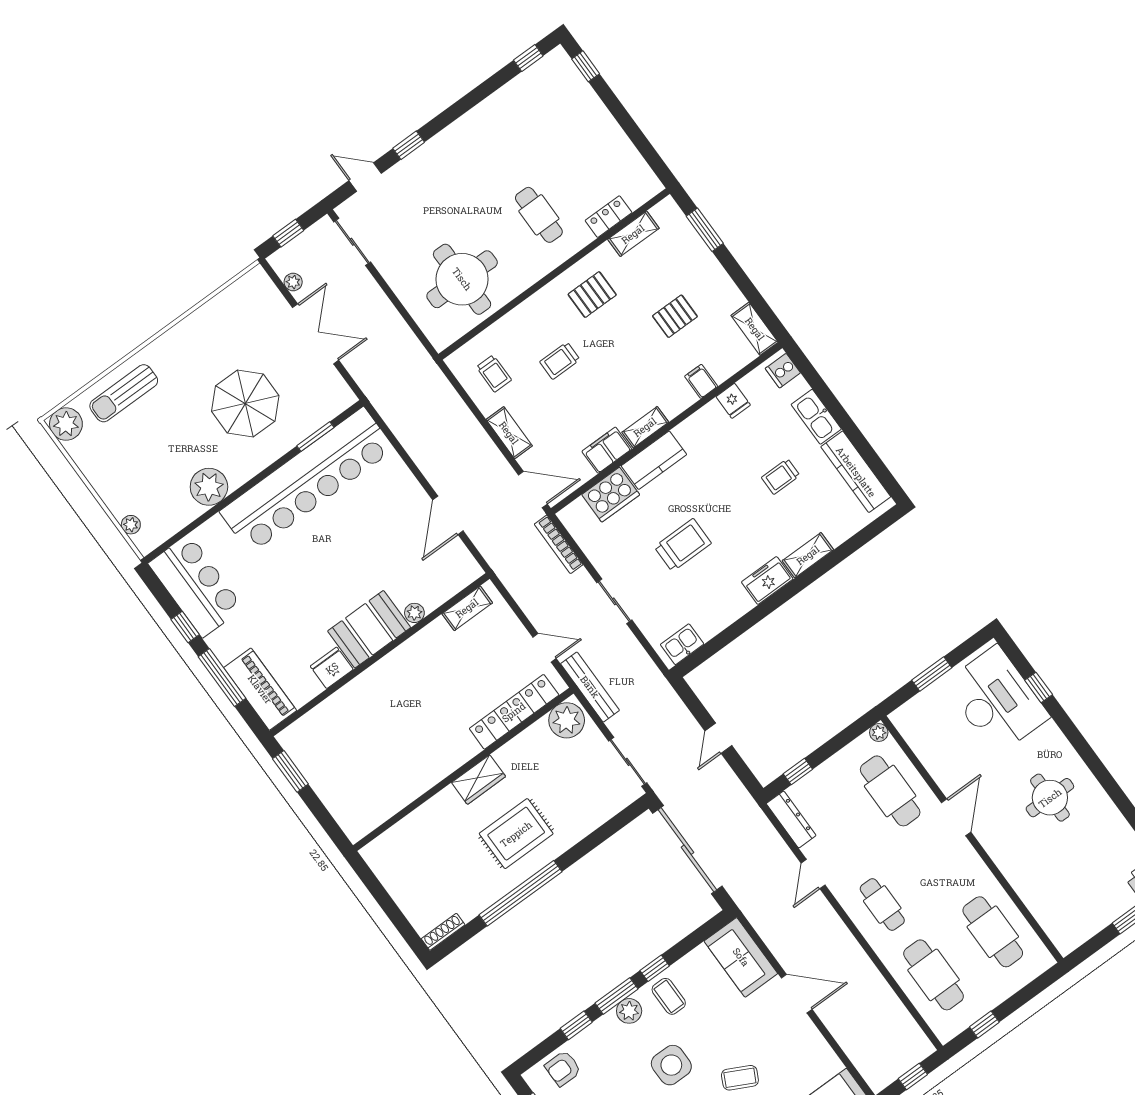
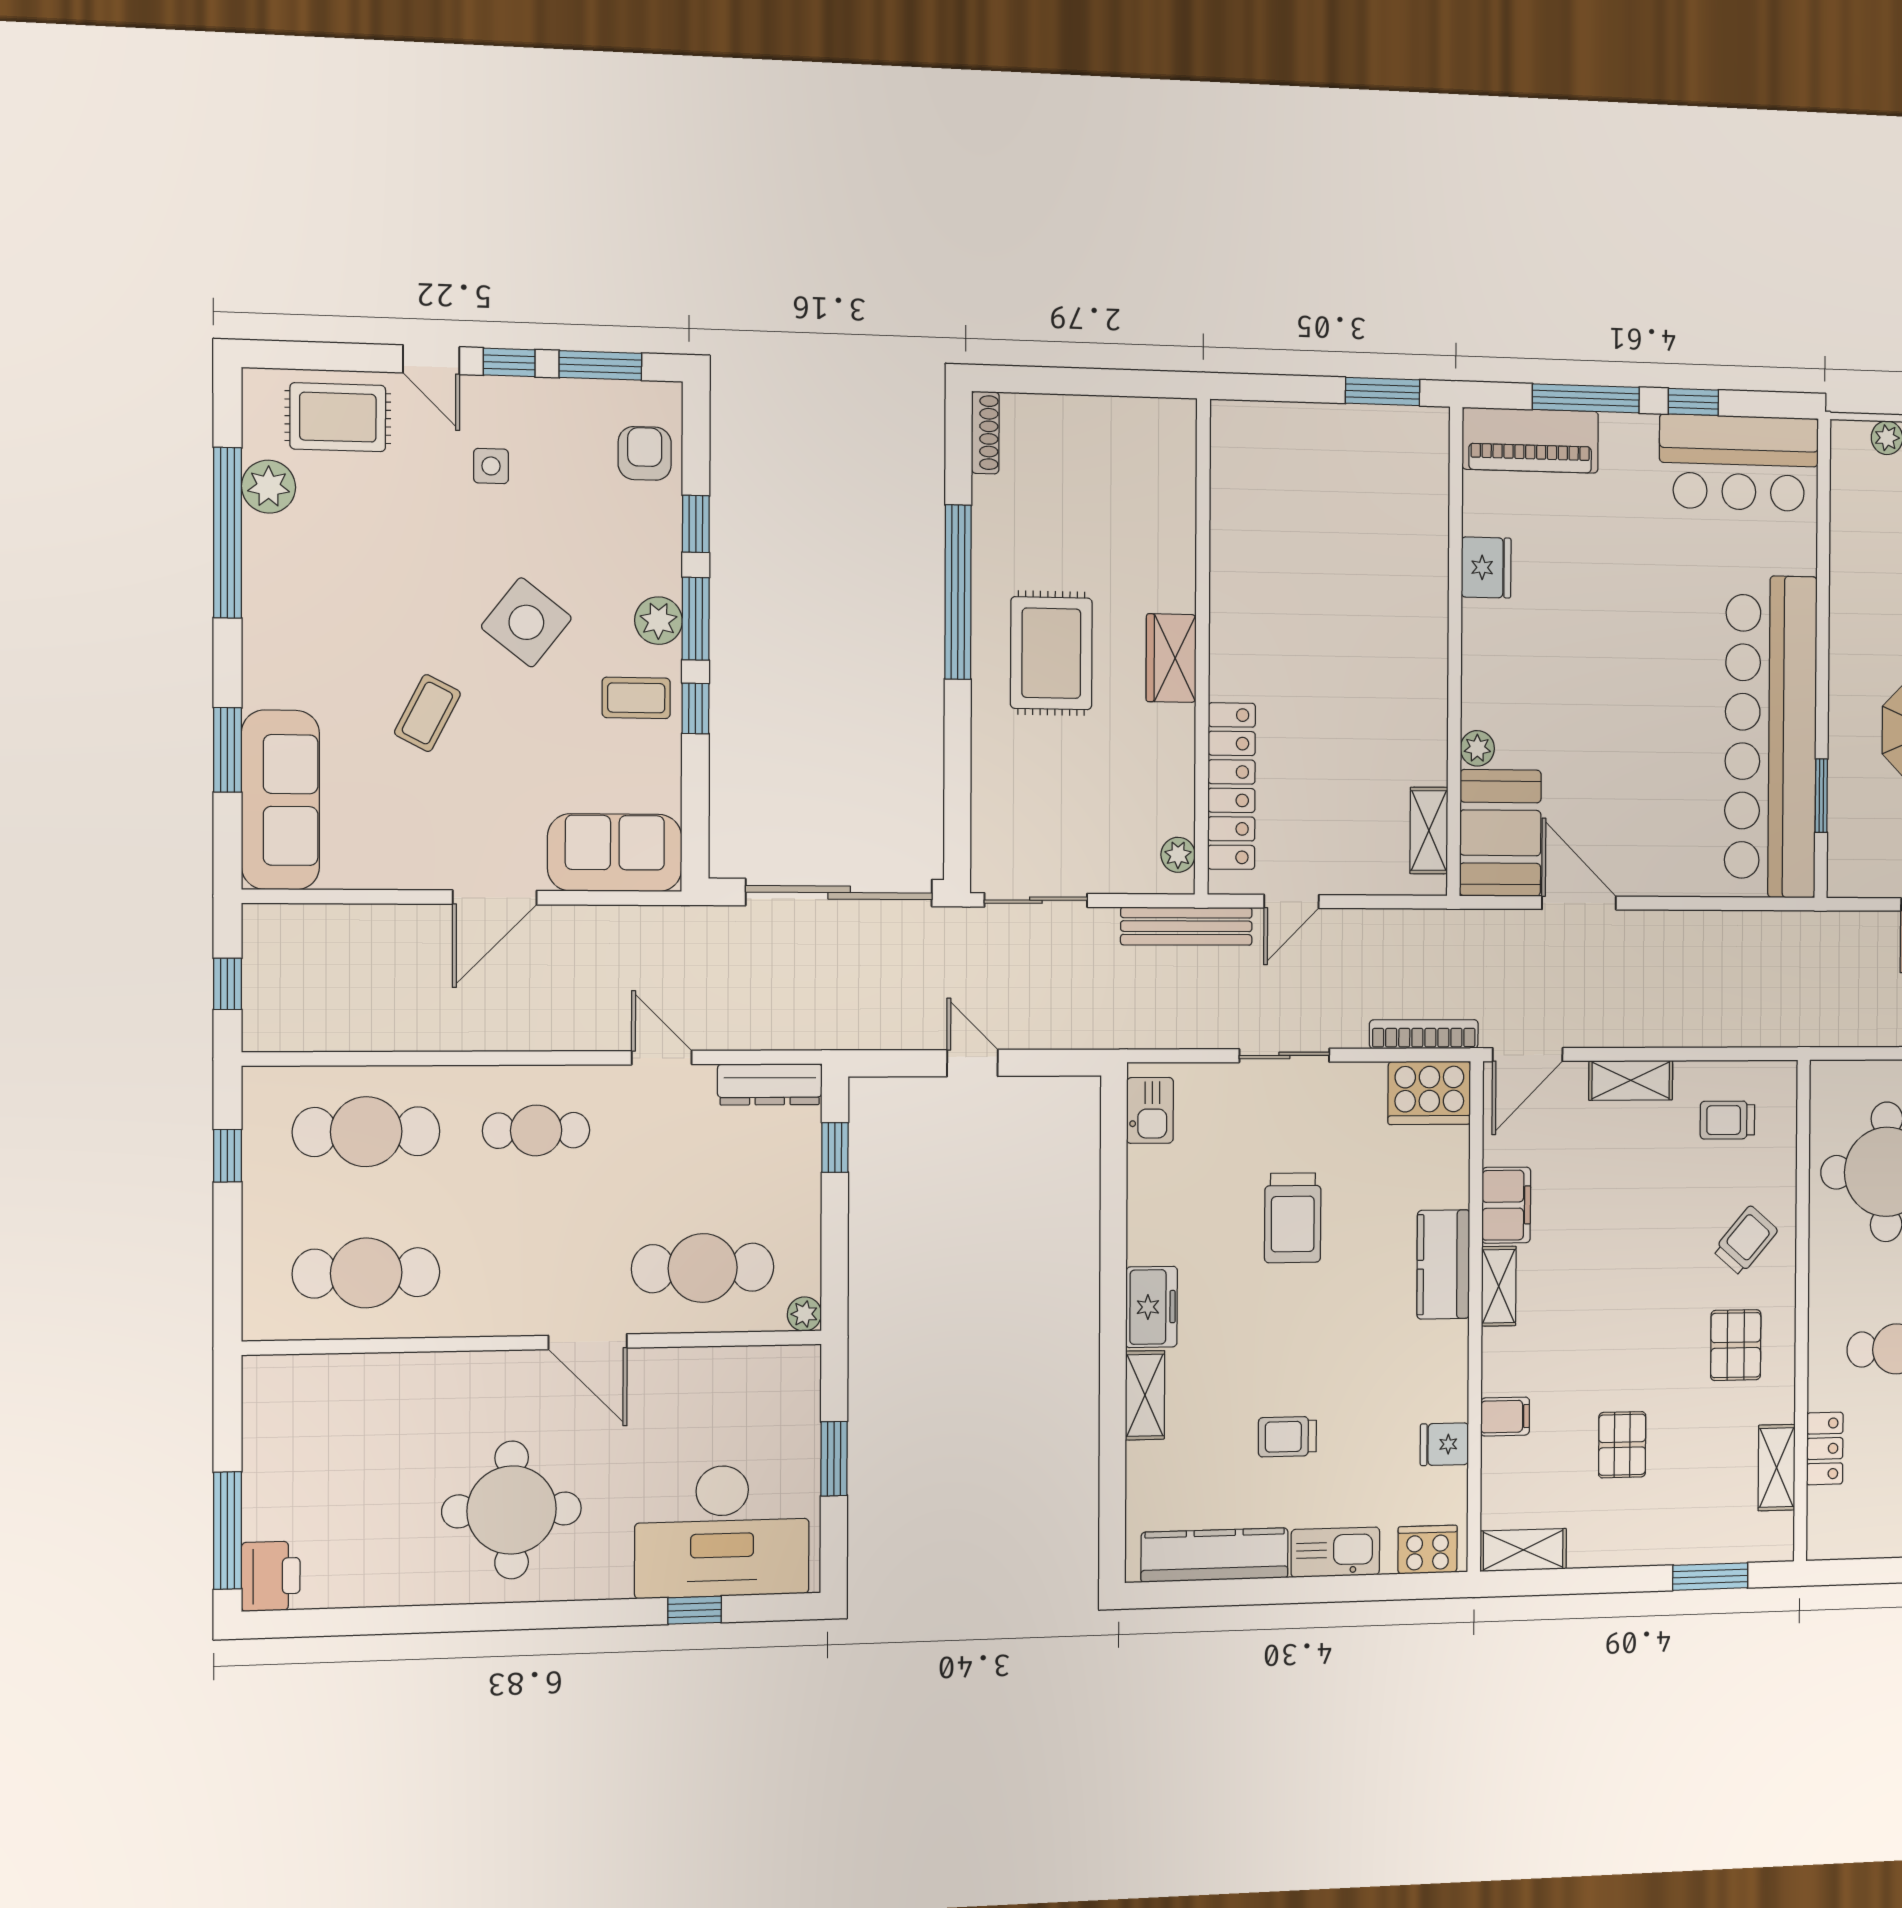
trolley: (560, 361) -> (1745, 1241), moved, turned 41
cooker: (783, 371) -> (1428, 1550), width x1.36
trolley: (781, 477) -> (1287, 1437), turned -90
plant: (209, 487) -> (1860, 590), removed
cooker: (611, 495) -> (1429, 1093), moved, turned -90
booth: (369, 629) -> (1500, 833), moved
plant: (567, 720) -> (1178, 855), width x0.53, depth x0.53
round table: (1050, 798) -> (512, 1510), width x1.36, depth x1.36
side table: (671, 1065) -> (526, 622), turned 38

